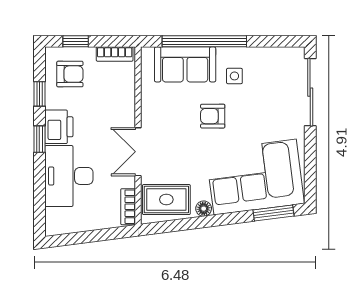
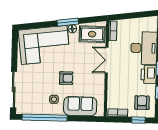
window: (204, 41) -> (45, 118), moved
armchair: (70, 74) -> (142, 103), turned 90
double door: (138, 152) -> (107, 60), swing flipped
window: (274, 213) -> (68, 22), moved

